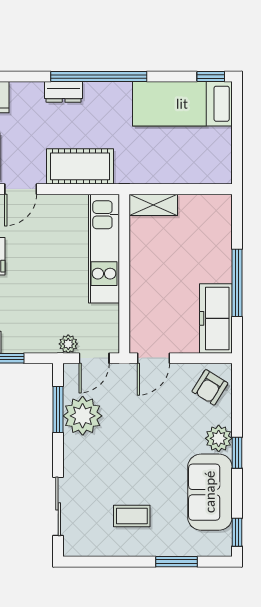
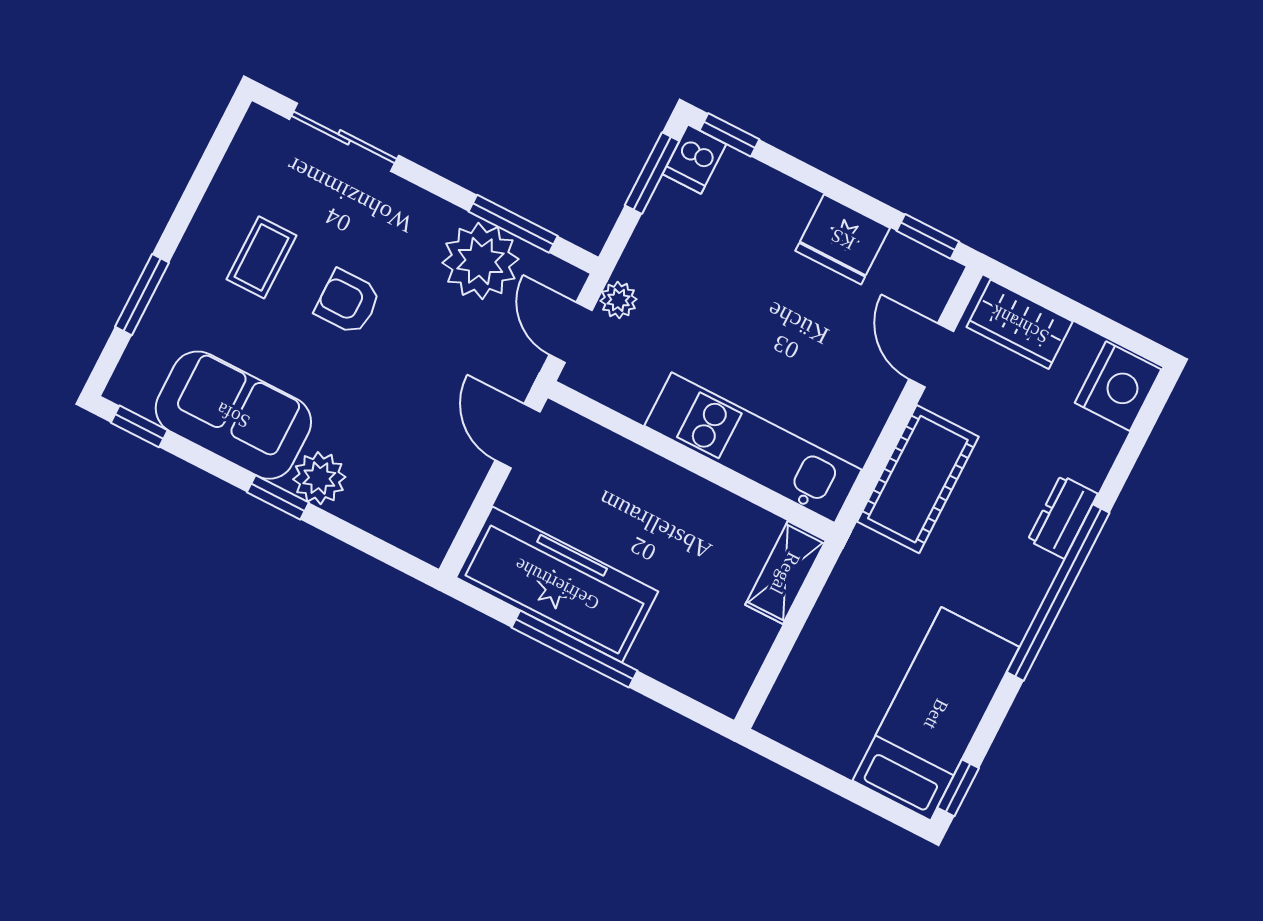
freezer: (216, 318) -> (557, 584), width x1.36, depth x1.26
armchair: (210, 387) -> (348, 302), moved, turned -32

